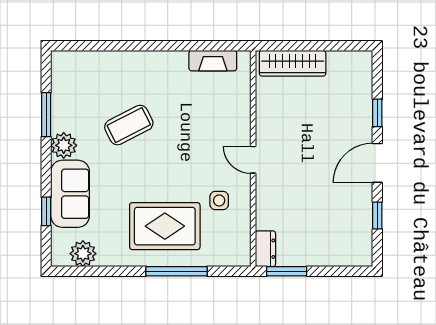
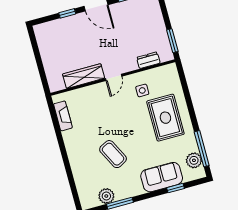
wardrobe: (293, 63) -> (84, 76), moved, turned -90
plant: (64, 145) -> (106, 196), moved
dresser: (265, 249) -> (148, 60), moved
window: (176, 271) -> (202, 149), moved

